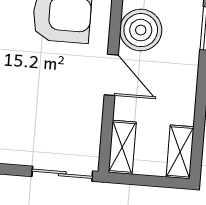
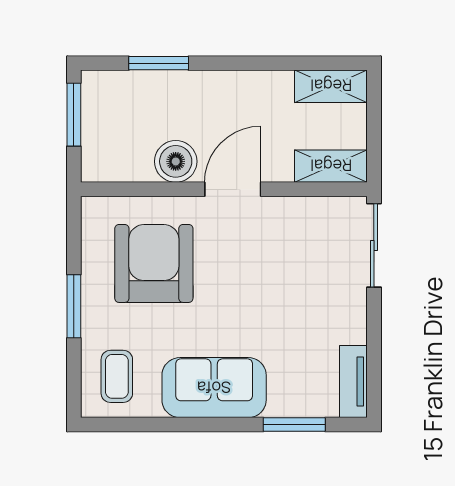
boiler: (141, 30) -> (176, 161), width x0.73, depth x0.73

